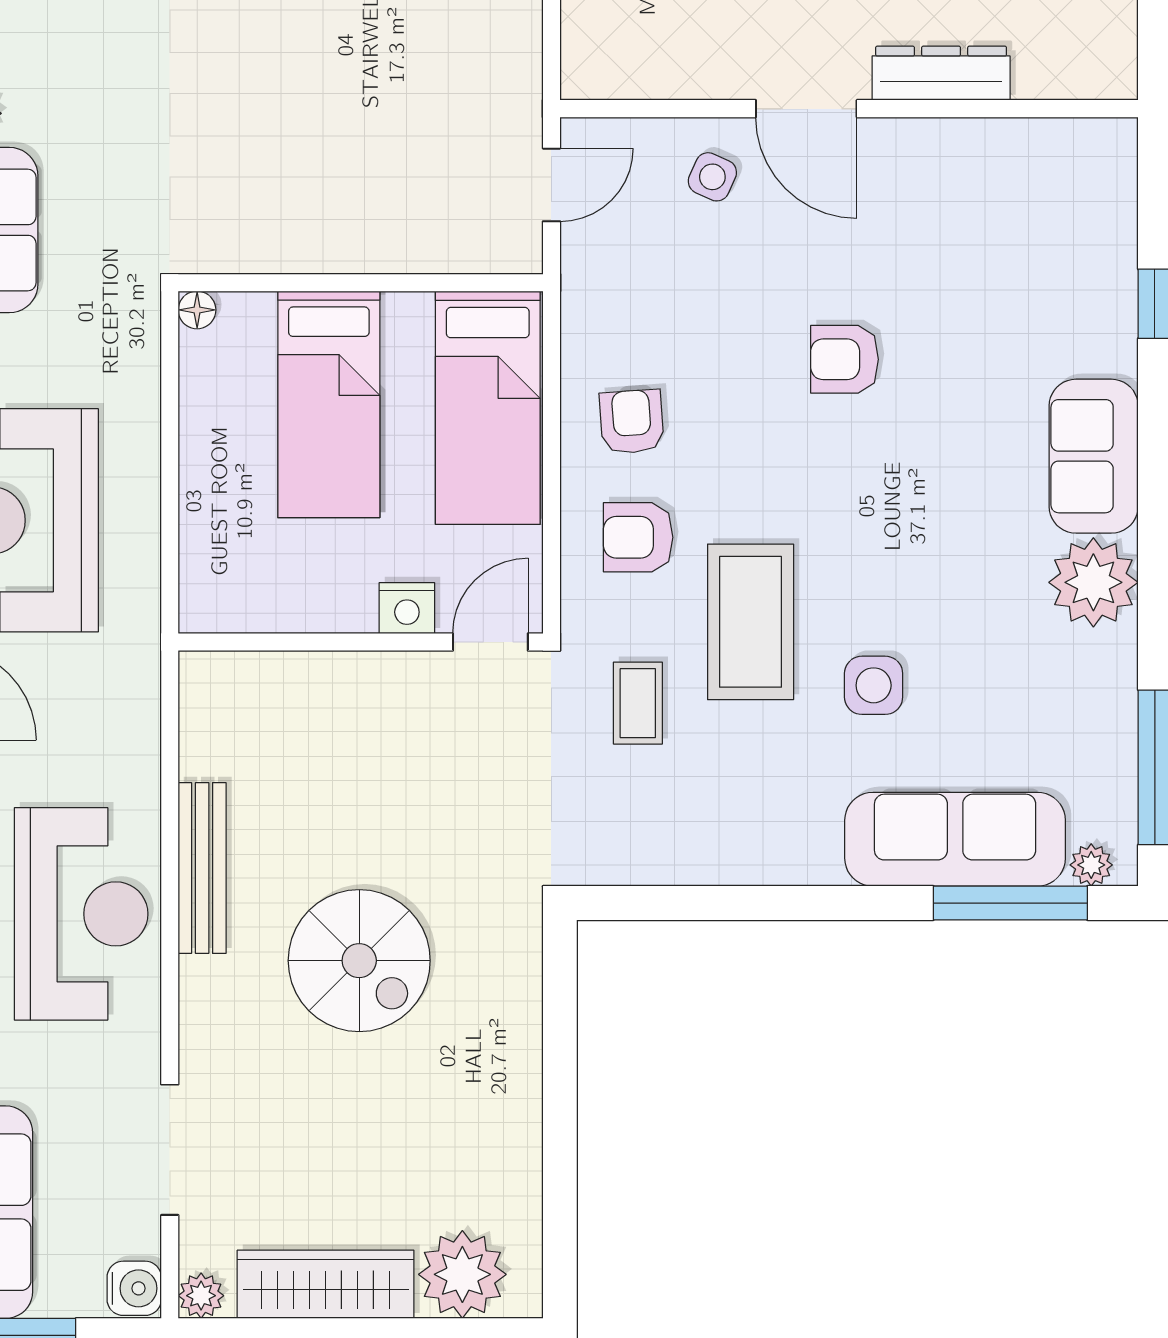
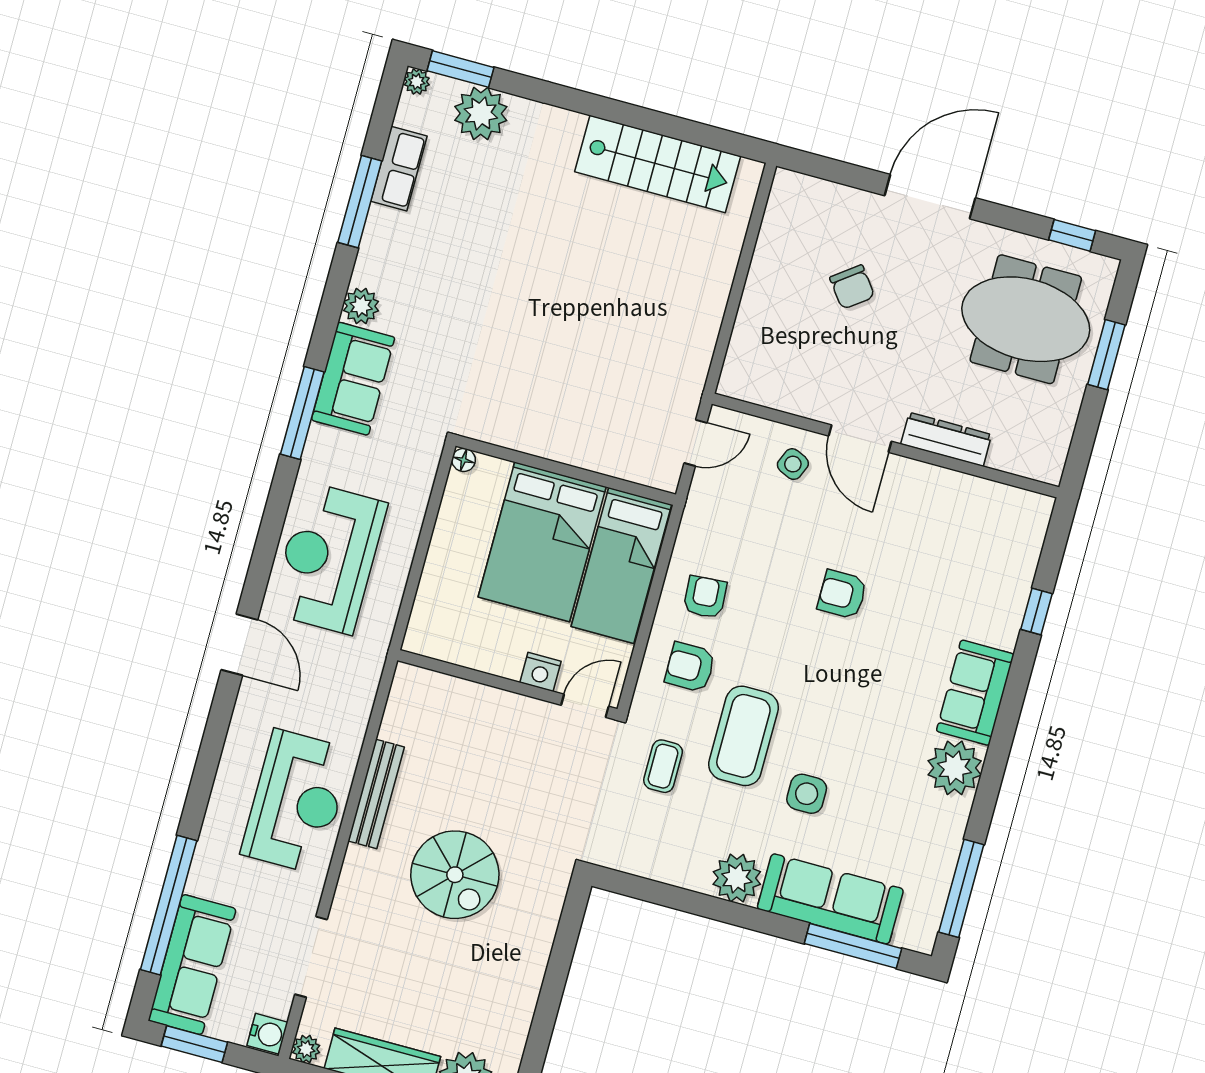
bed: (329, 404) -> (542, 542), width x1.50
plant: (1091, 865) -> (737, 878), moved, width x1.87, depth x1.87

